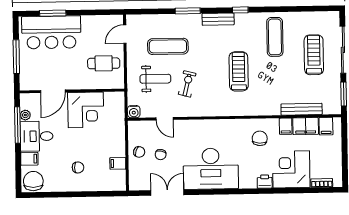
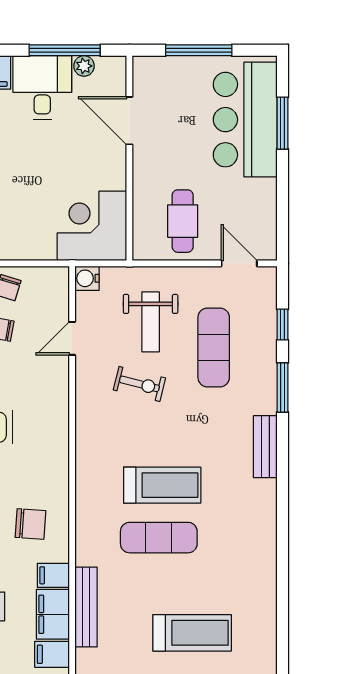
window: (240, 10) -> (283, 325), moved
exercise mat: (275, 37) -> (159, 538), moved
corner desk: (86, 110) -> (92, 226), moved, turned 90

